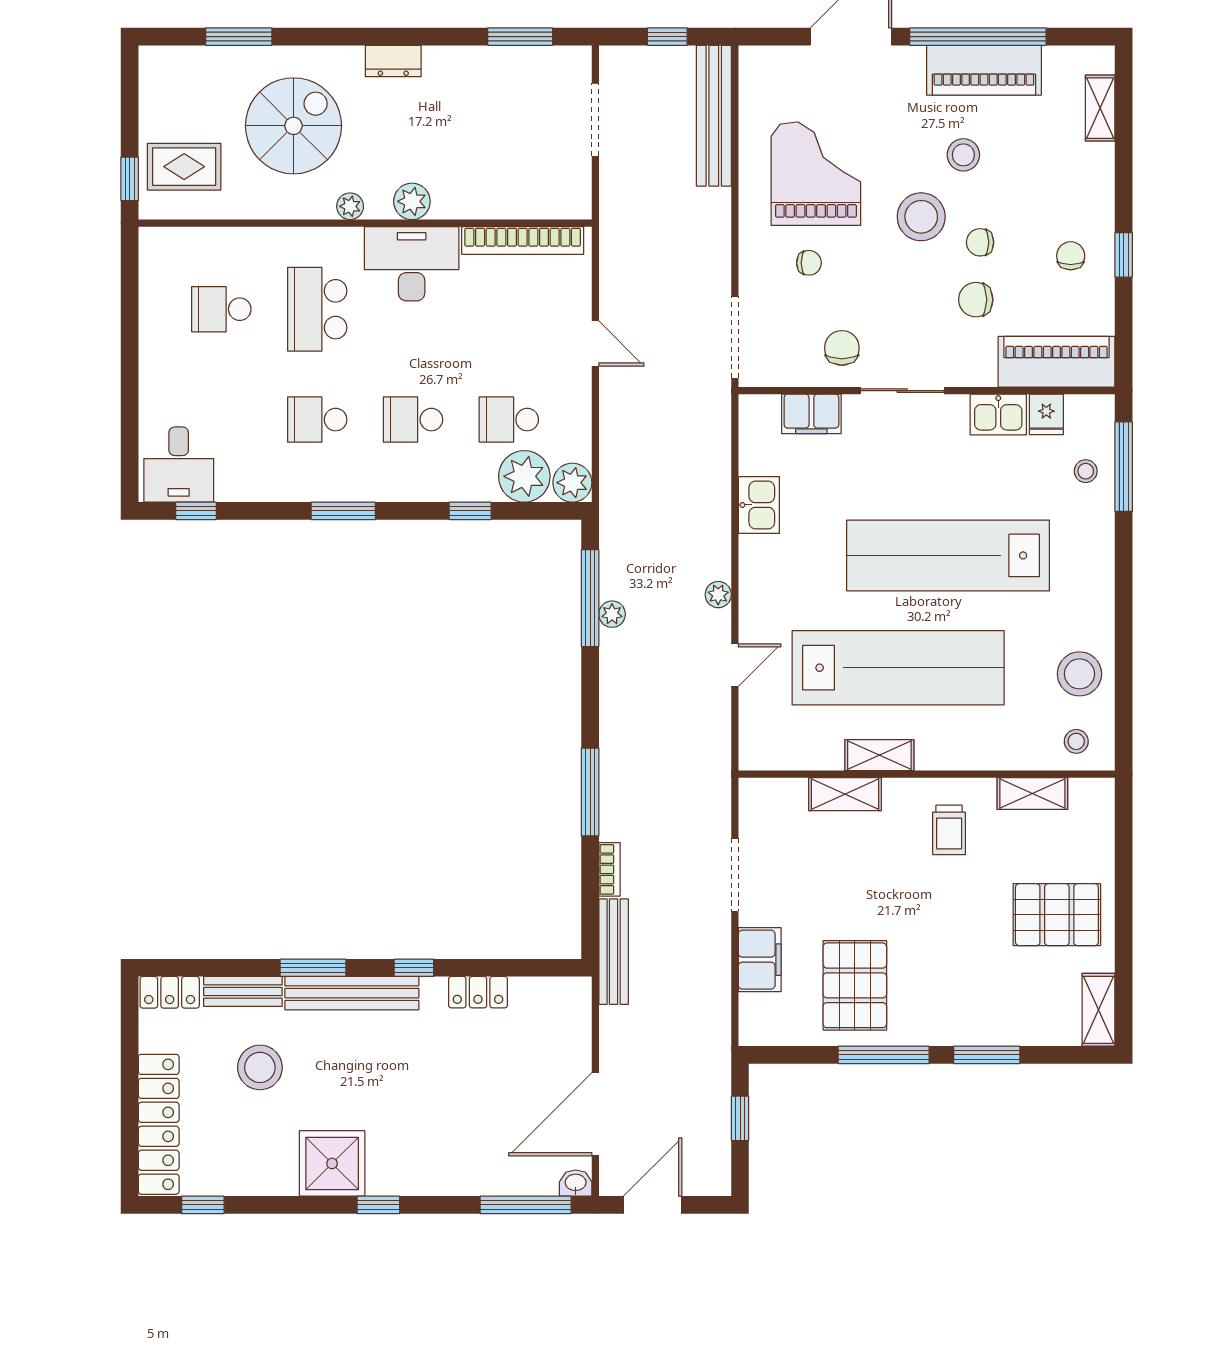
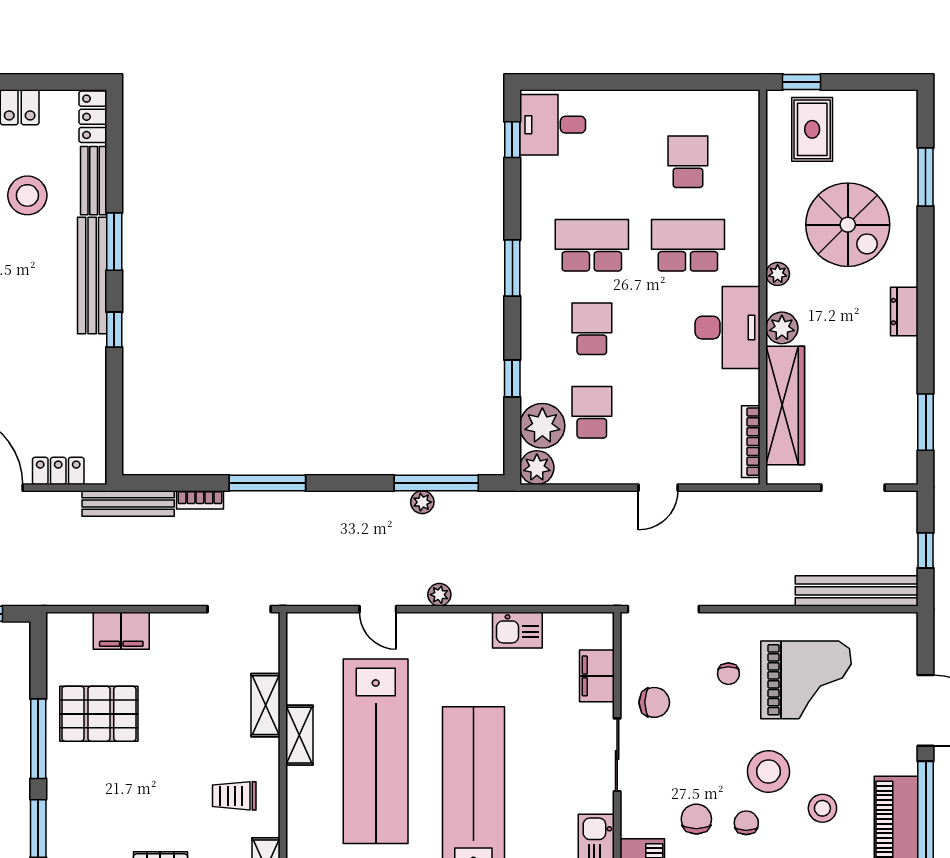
wardrobe: (501, 198) -> (785, 406), added
bookcase: (523, 240) -> (751, 442), width x0.68, depth x0.76
school desk: (317, 420) -> (592, 245), width x1.85
doorway: (735, 875) -> (239, 609), moved
locker: (478, 992) -> (58, 471), moved, turned 90

